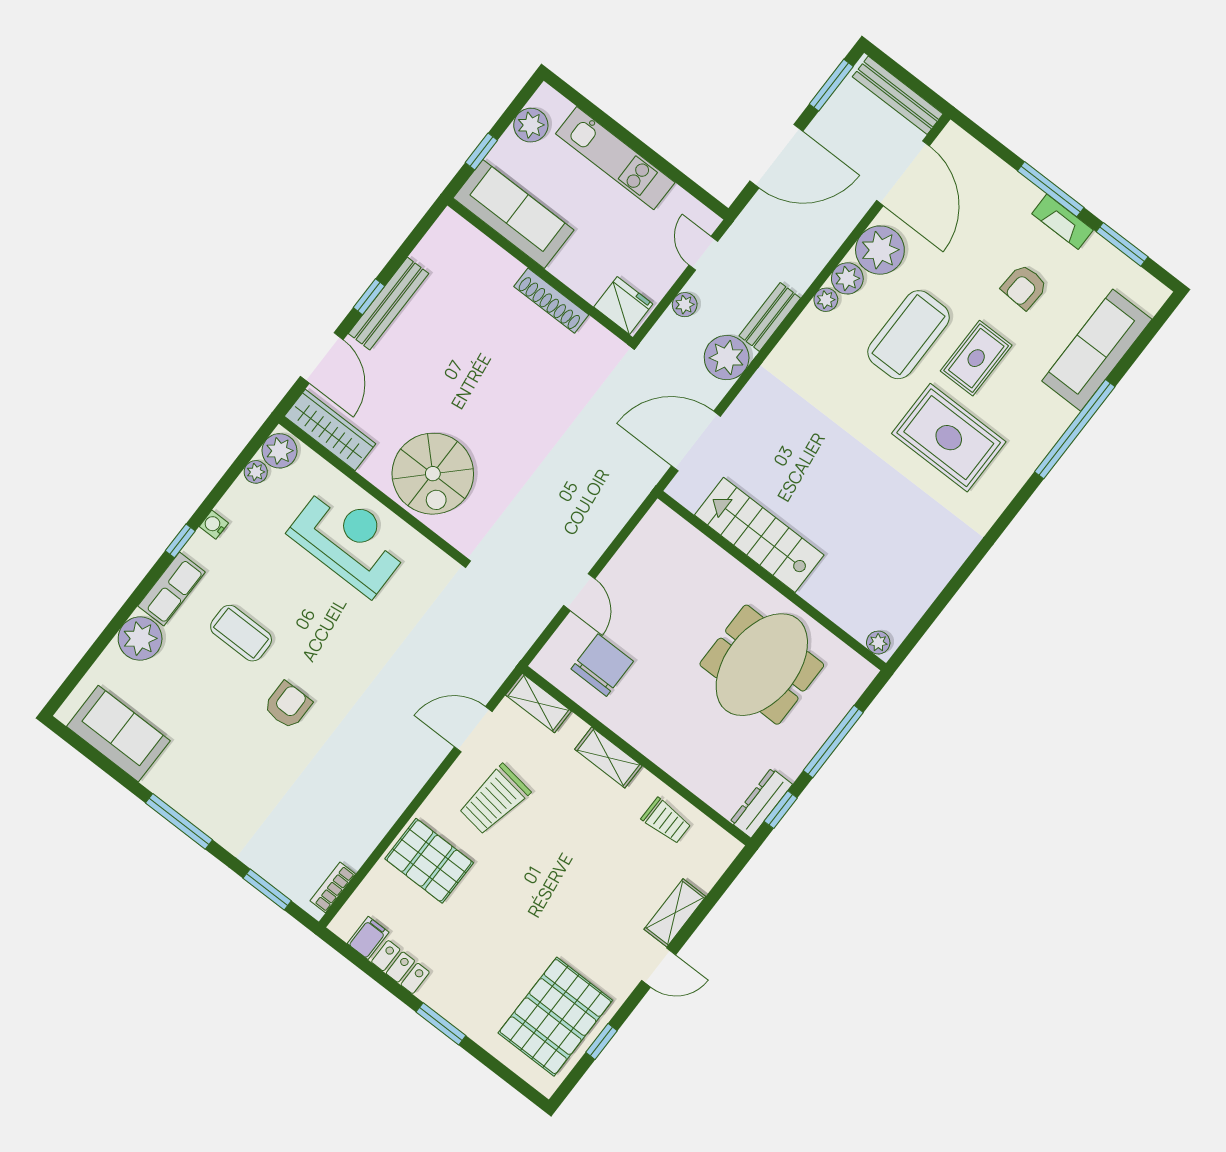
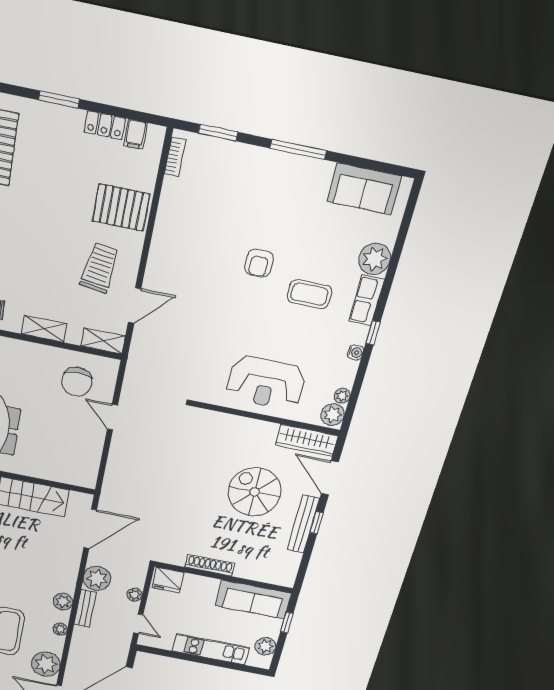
plant: (847, 278) -> (63, 602), moved
spiral stairs: (433, 474) -> (255, 492), moved

